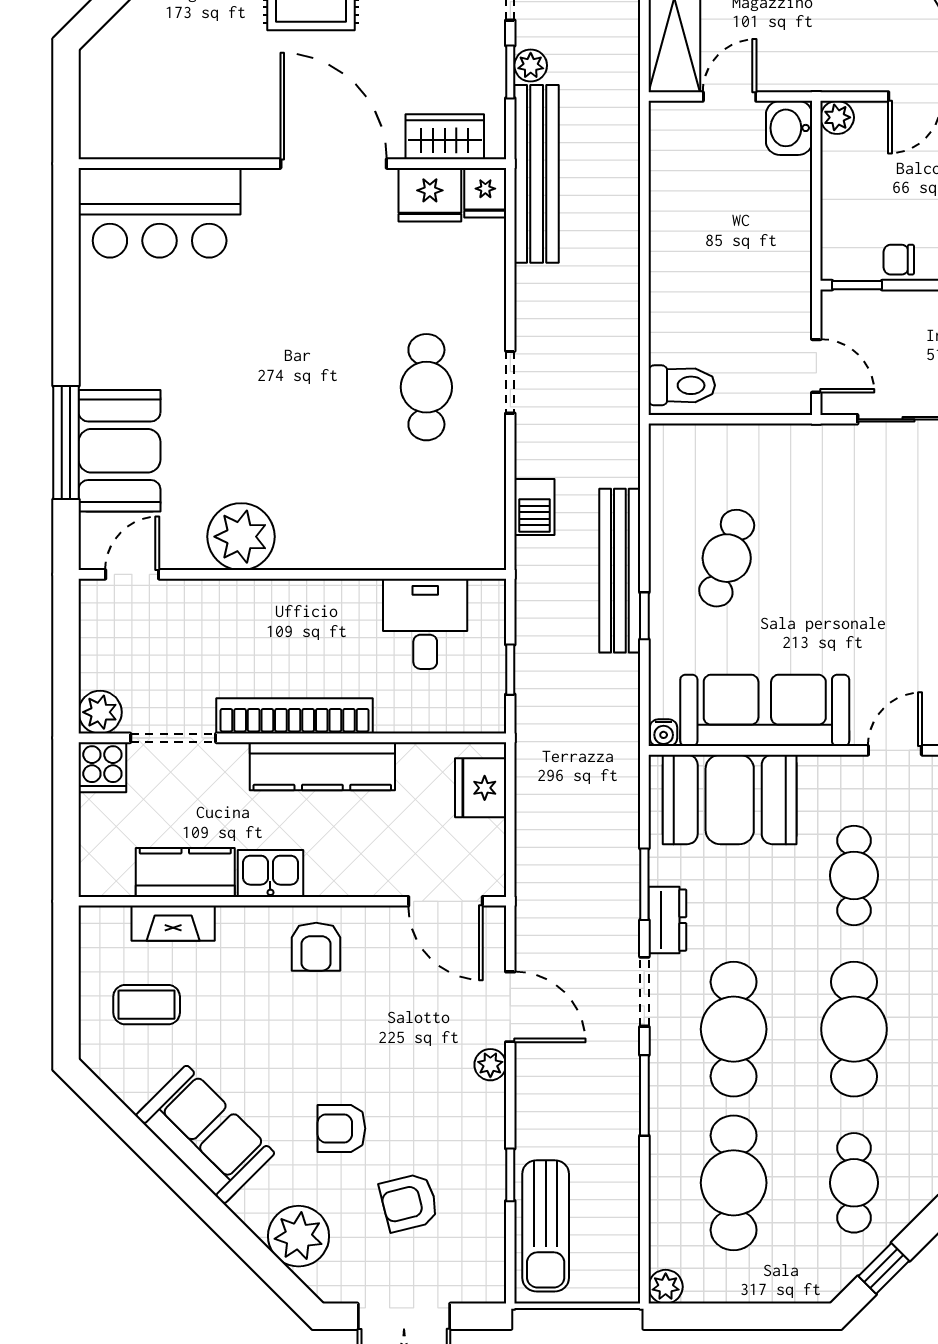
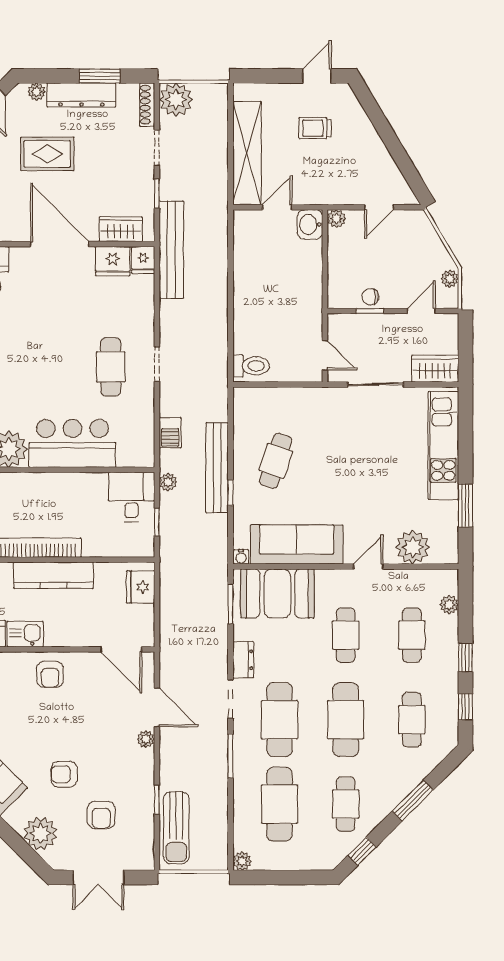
plant: (531, 65) -> (168, 482), moved
window: (857, 285) -> (370, 311), moved
bar counter: (357, 526) -> (72, 443), added
desk: (425, 624) -> (131, 497), moved
window: (644, 884) -> (231, 604), moved
armchair: (409, 1202) -> (101, 815), turned -76

